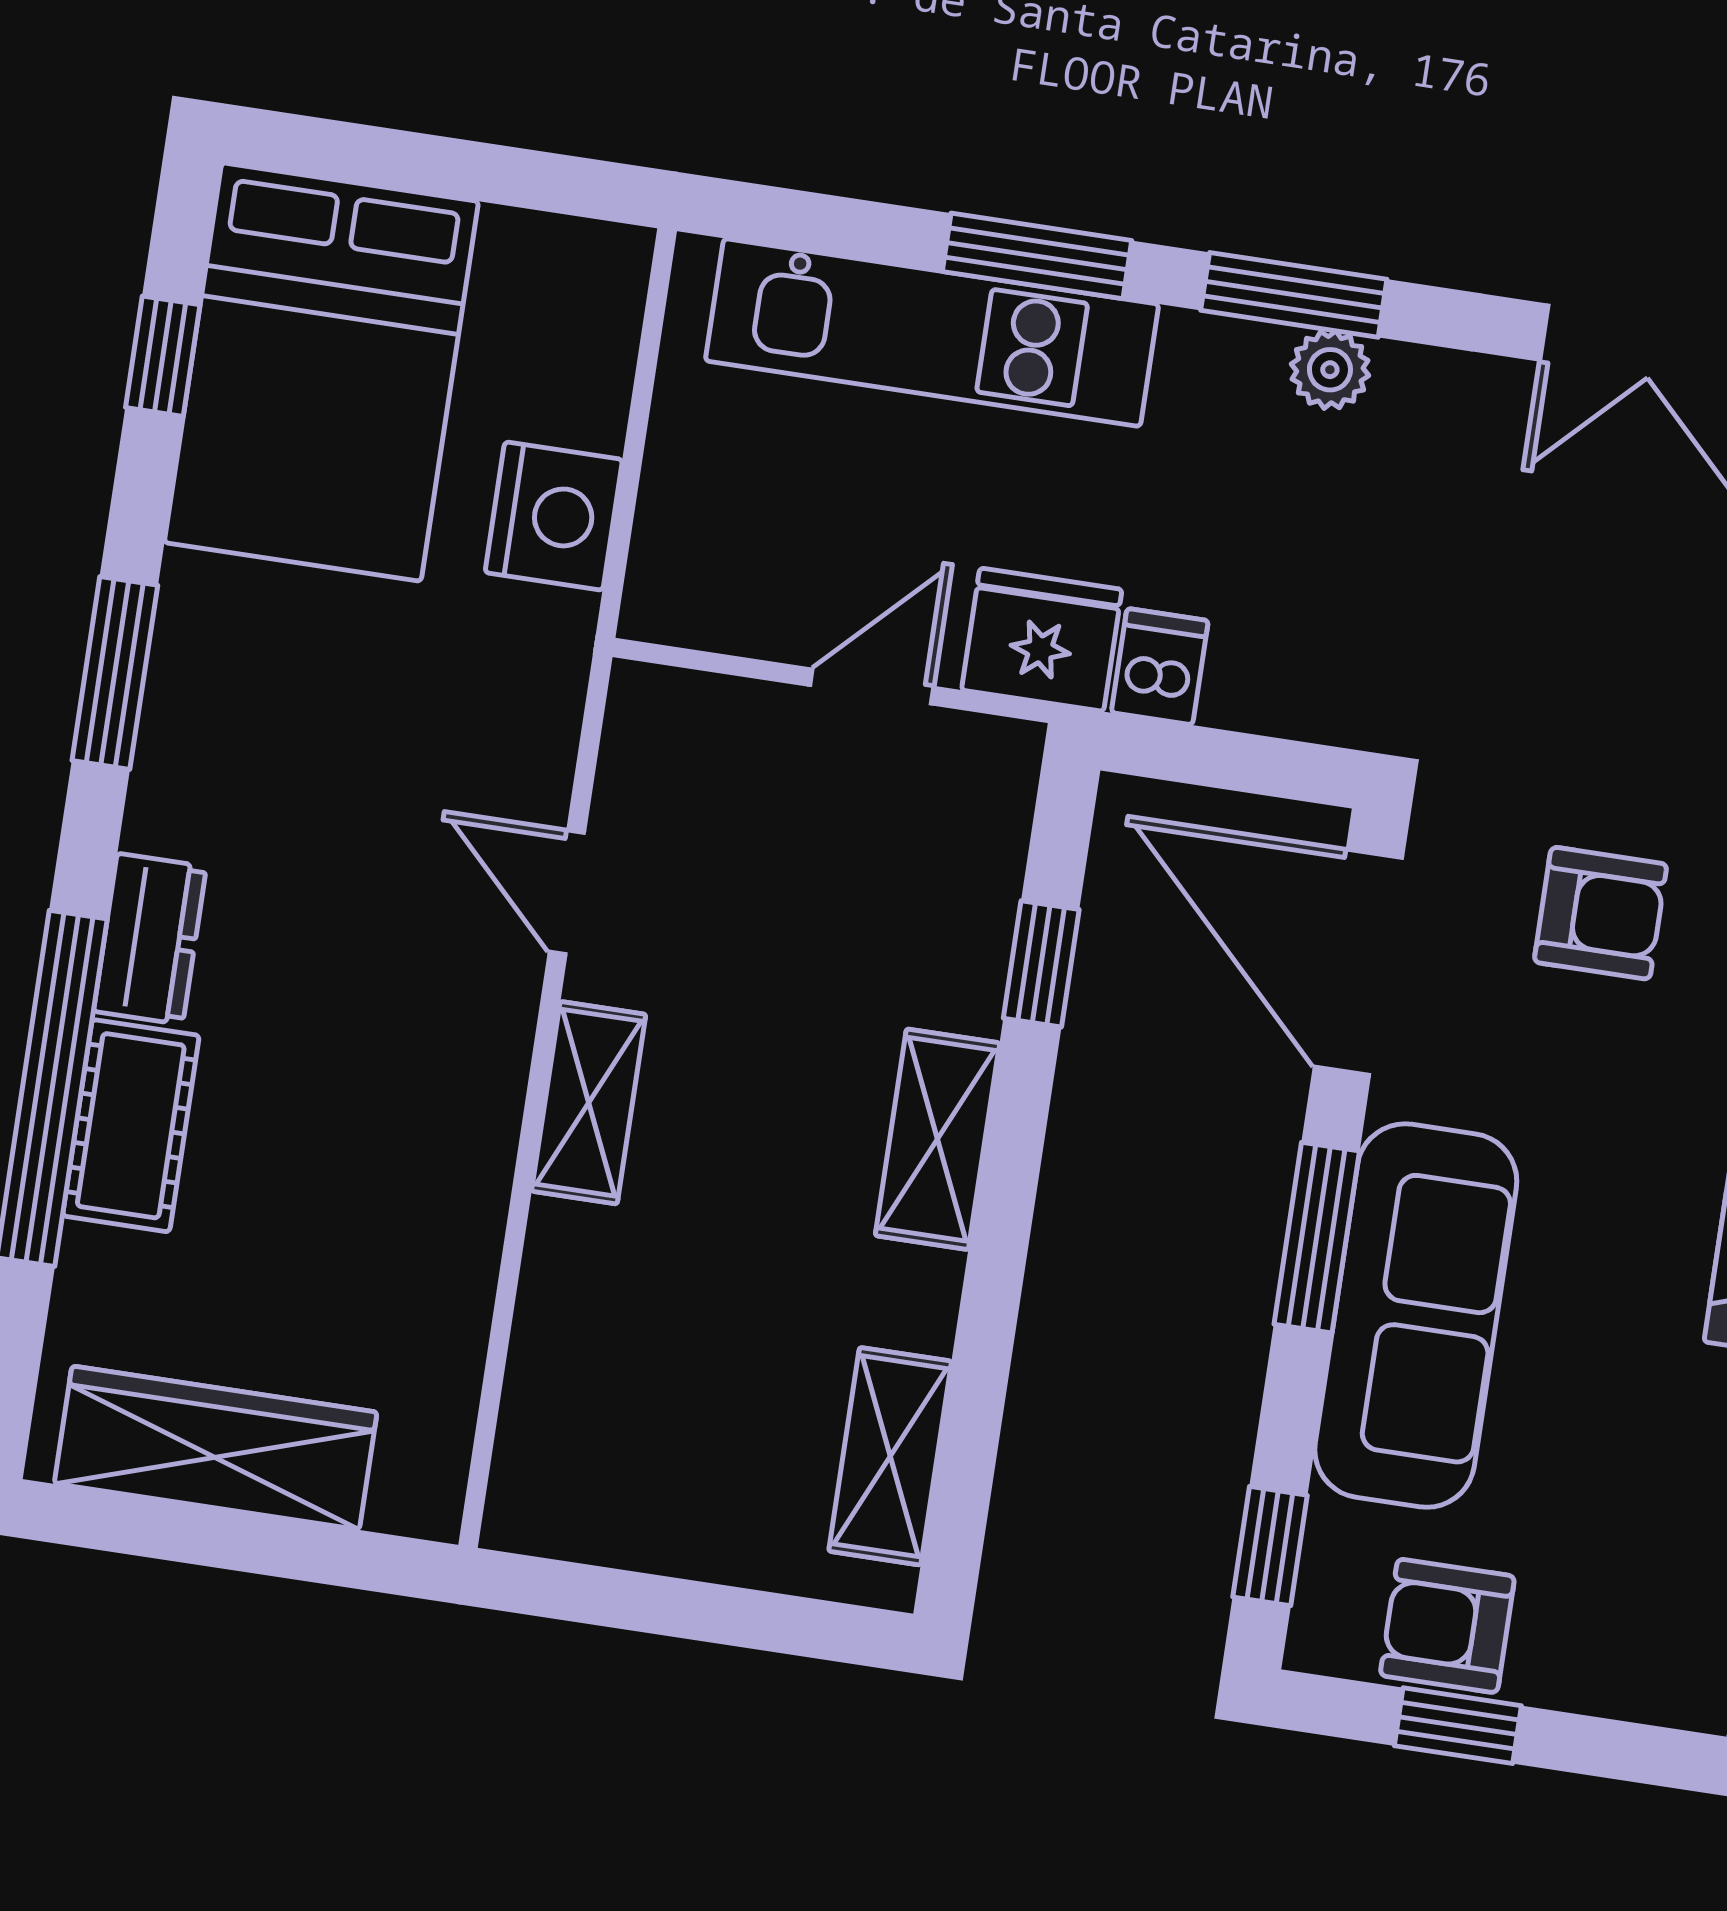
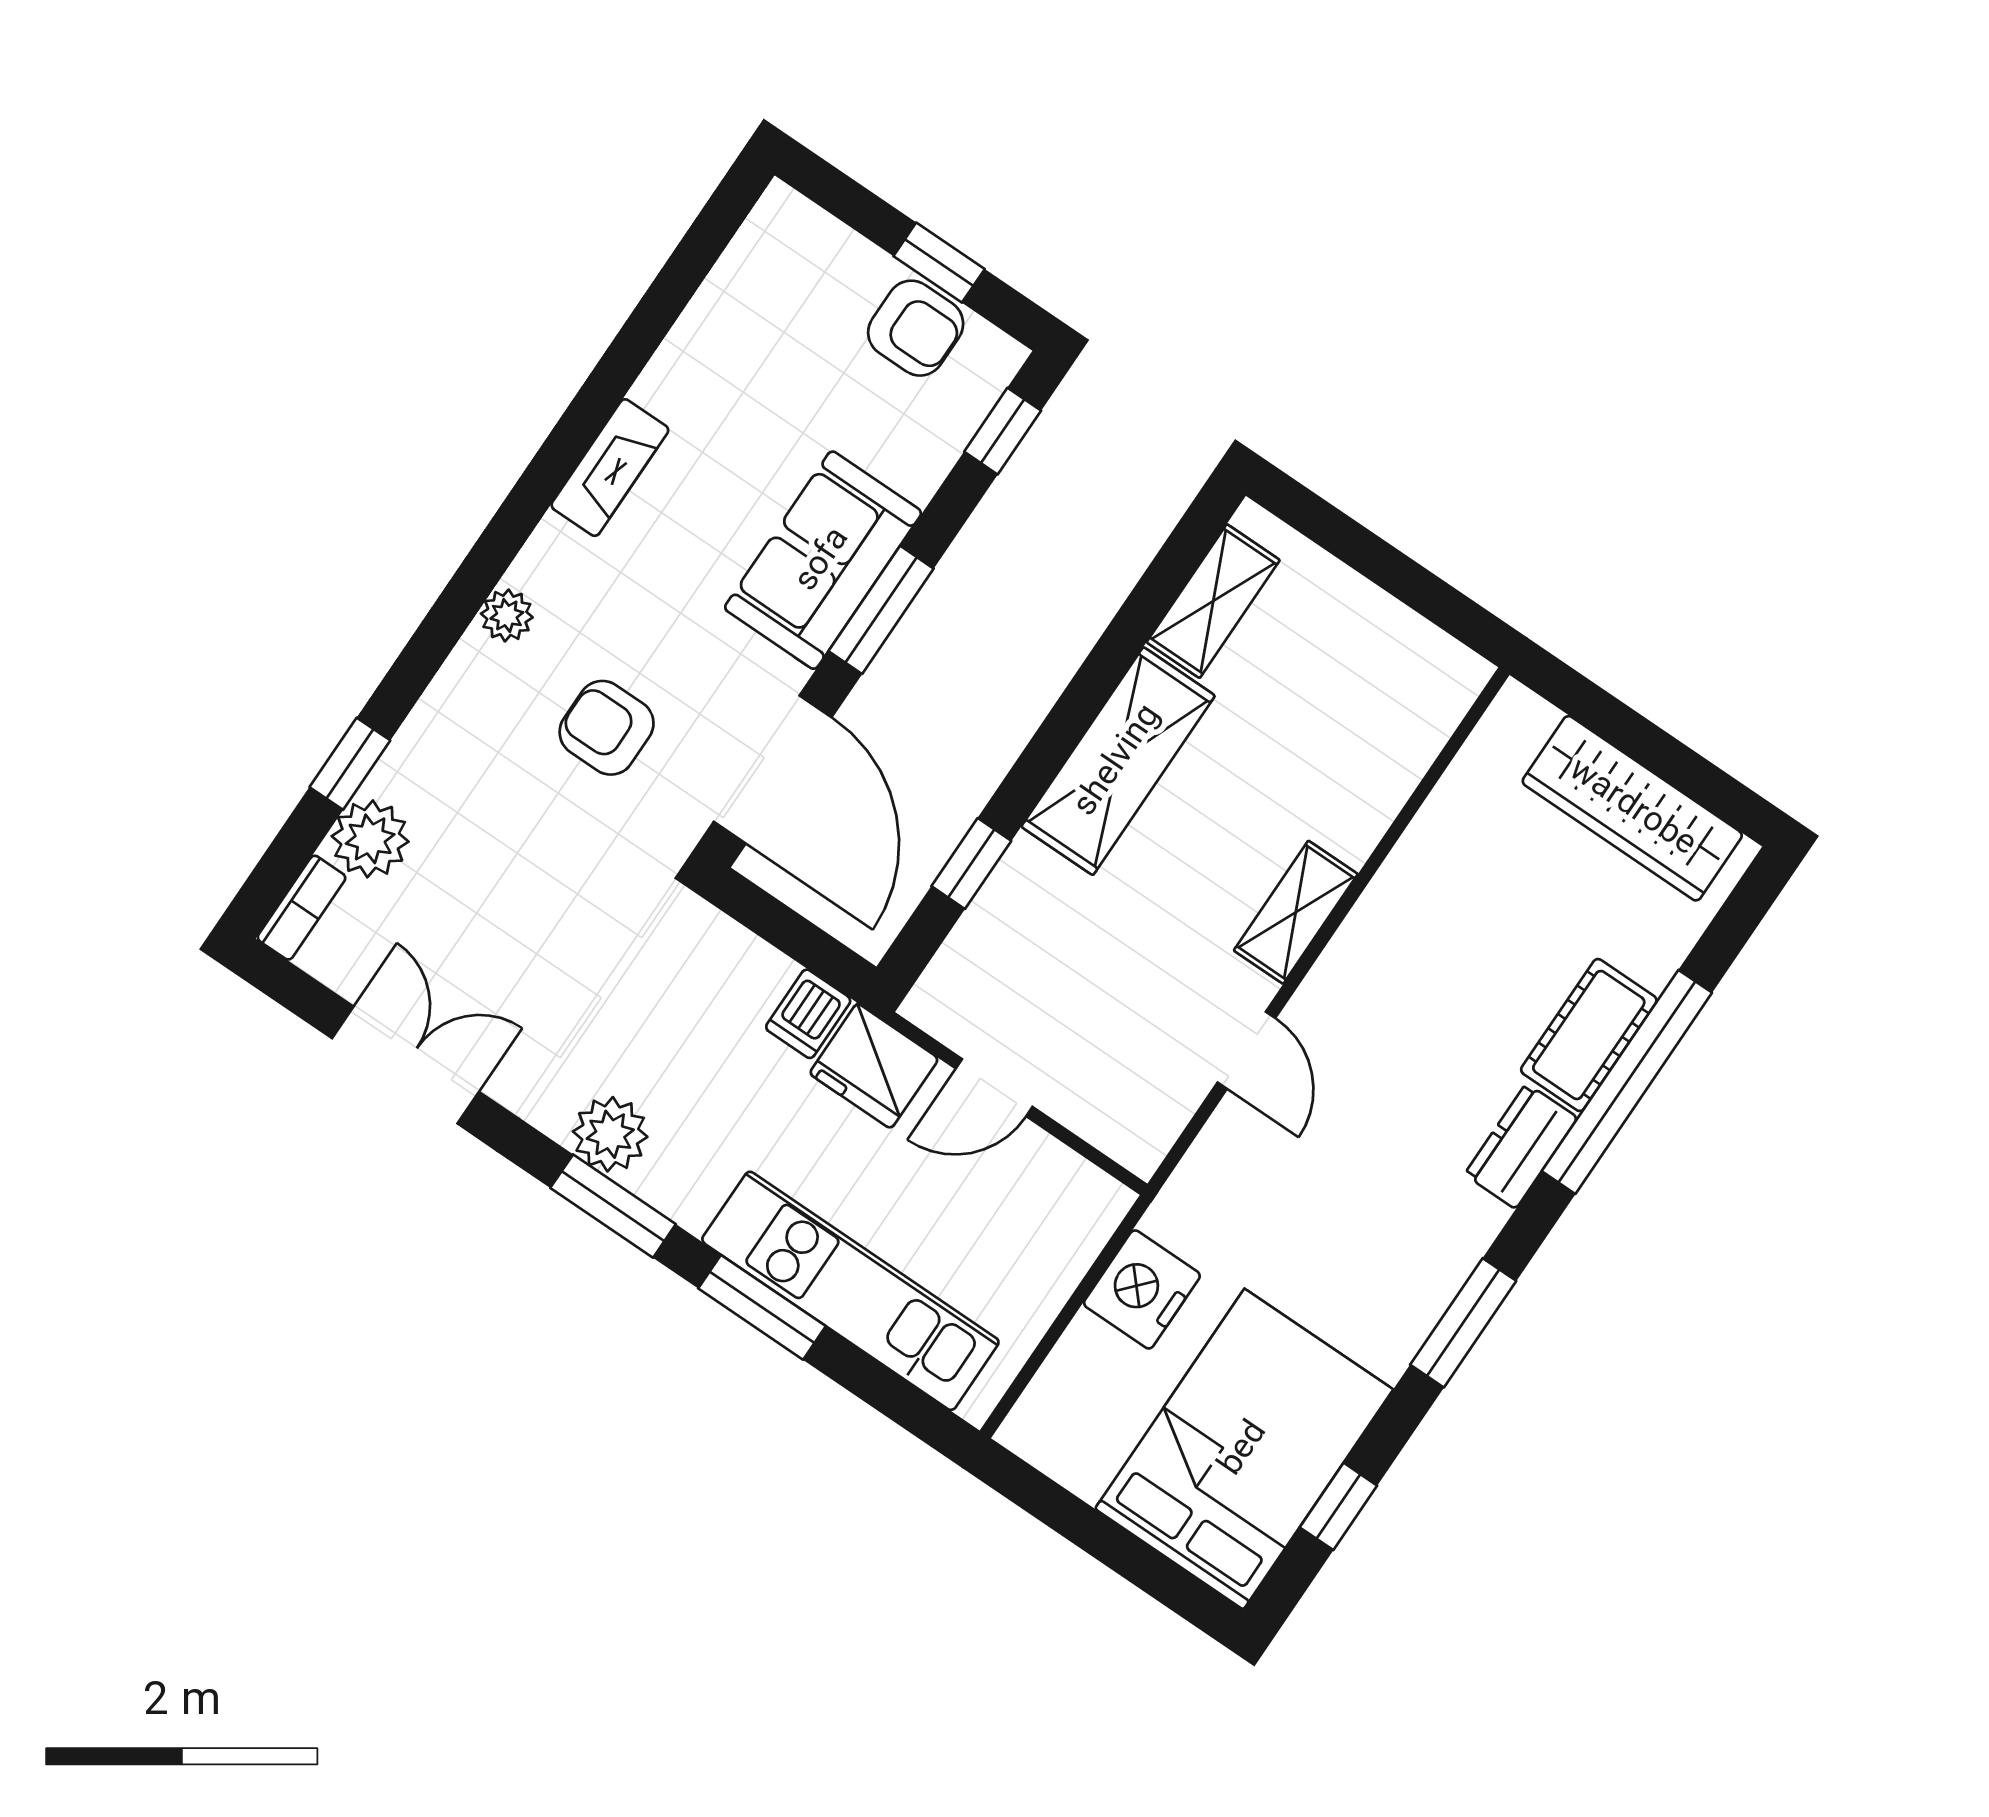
plant: (1330, 370) -> (610, 1134), width x1.38, depth x1.38
shelving: (937, 1139) -> (1118, 761), width x1.50, depth x1.33
sofa: (1416, 1316) -> (823, 560), width x0.73

